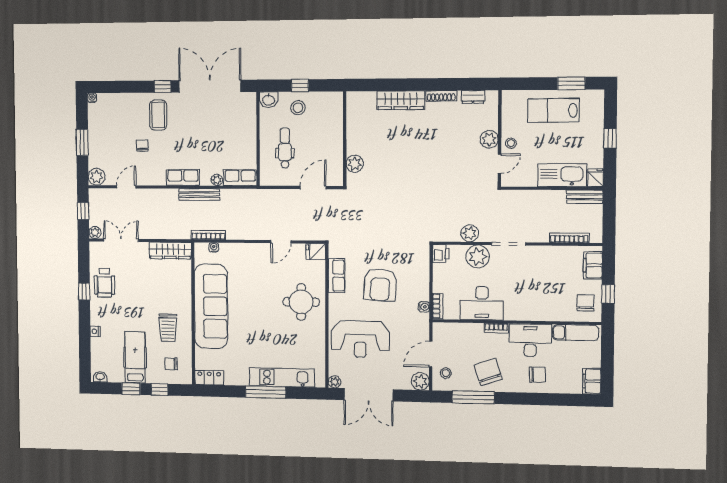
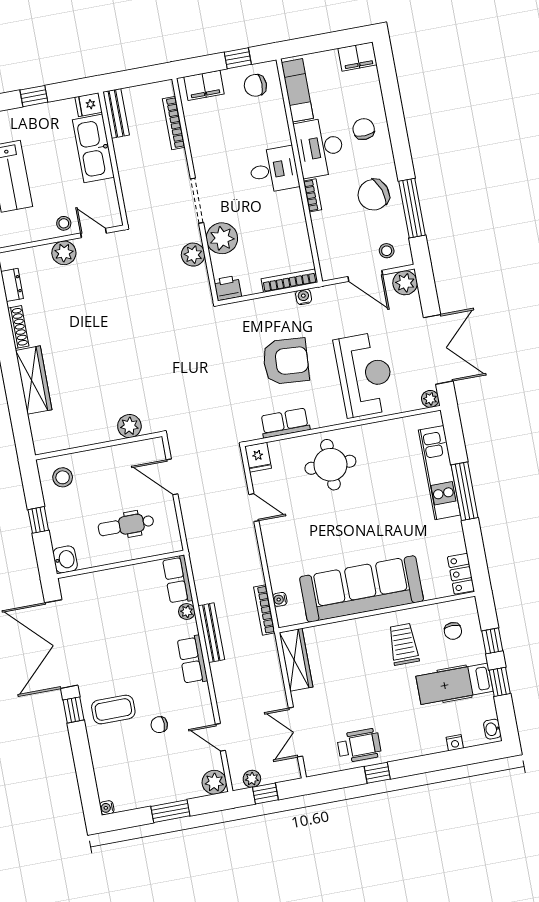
stool: (298, 108) -> (63, 477), moved
plant: (95, 232) -> (252, 779), moved
desk: (482, 303) -> (274, 170), moved, width x0.73
bookcase: (438, 306) -> (289, 281), width x1.56
trolley: (168, 328) -> (404, 644), turned -90
nightstand: (95, 331) -> (455, 743), moved

